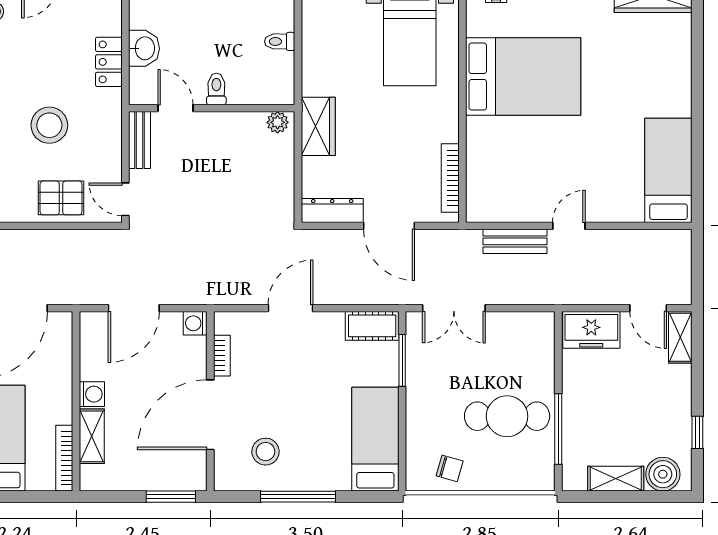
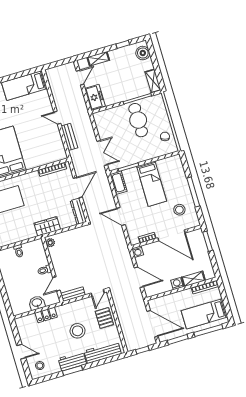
shelving: (680, 337) -> (98, 59), moved
bed: (375, 439) -> (152, 184), moved, turned -90
shelving: (616, 479) -> (153, 81), moved

